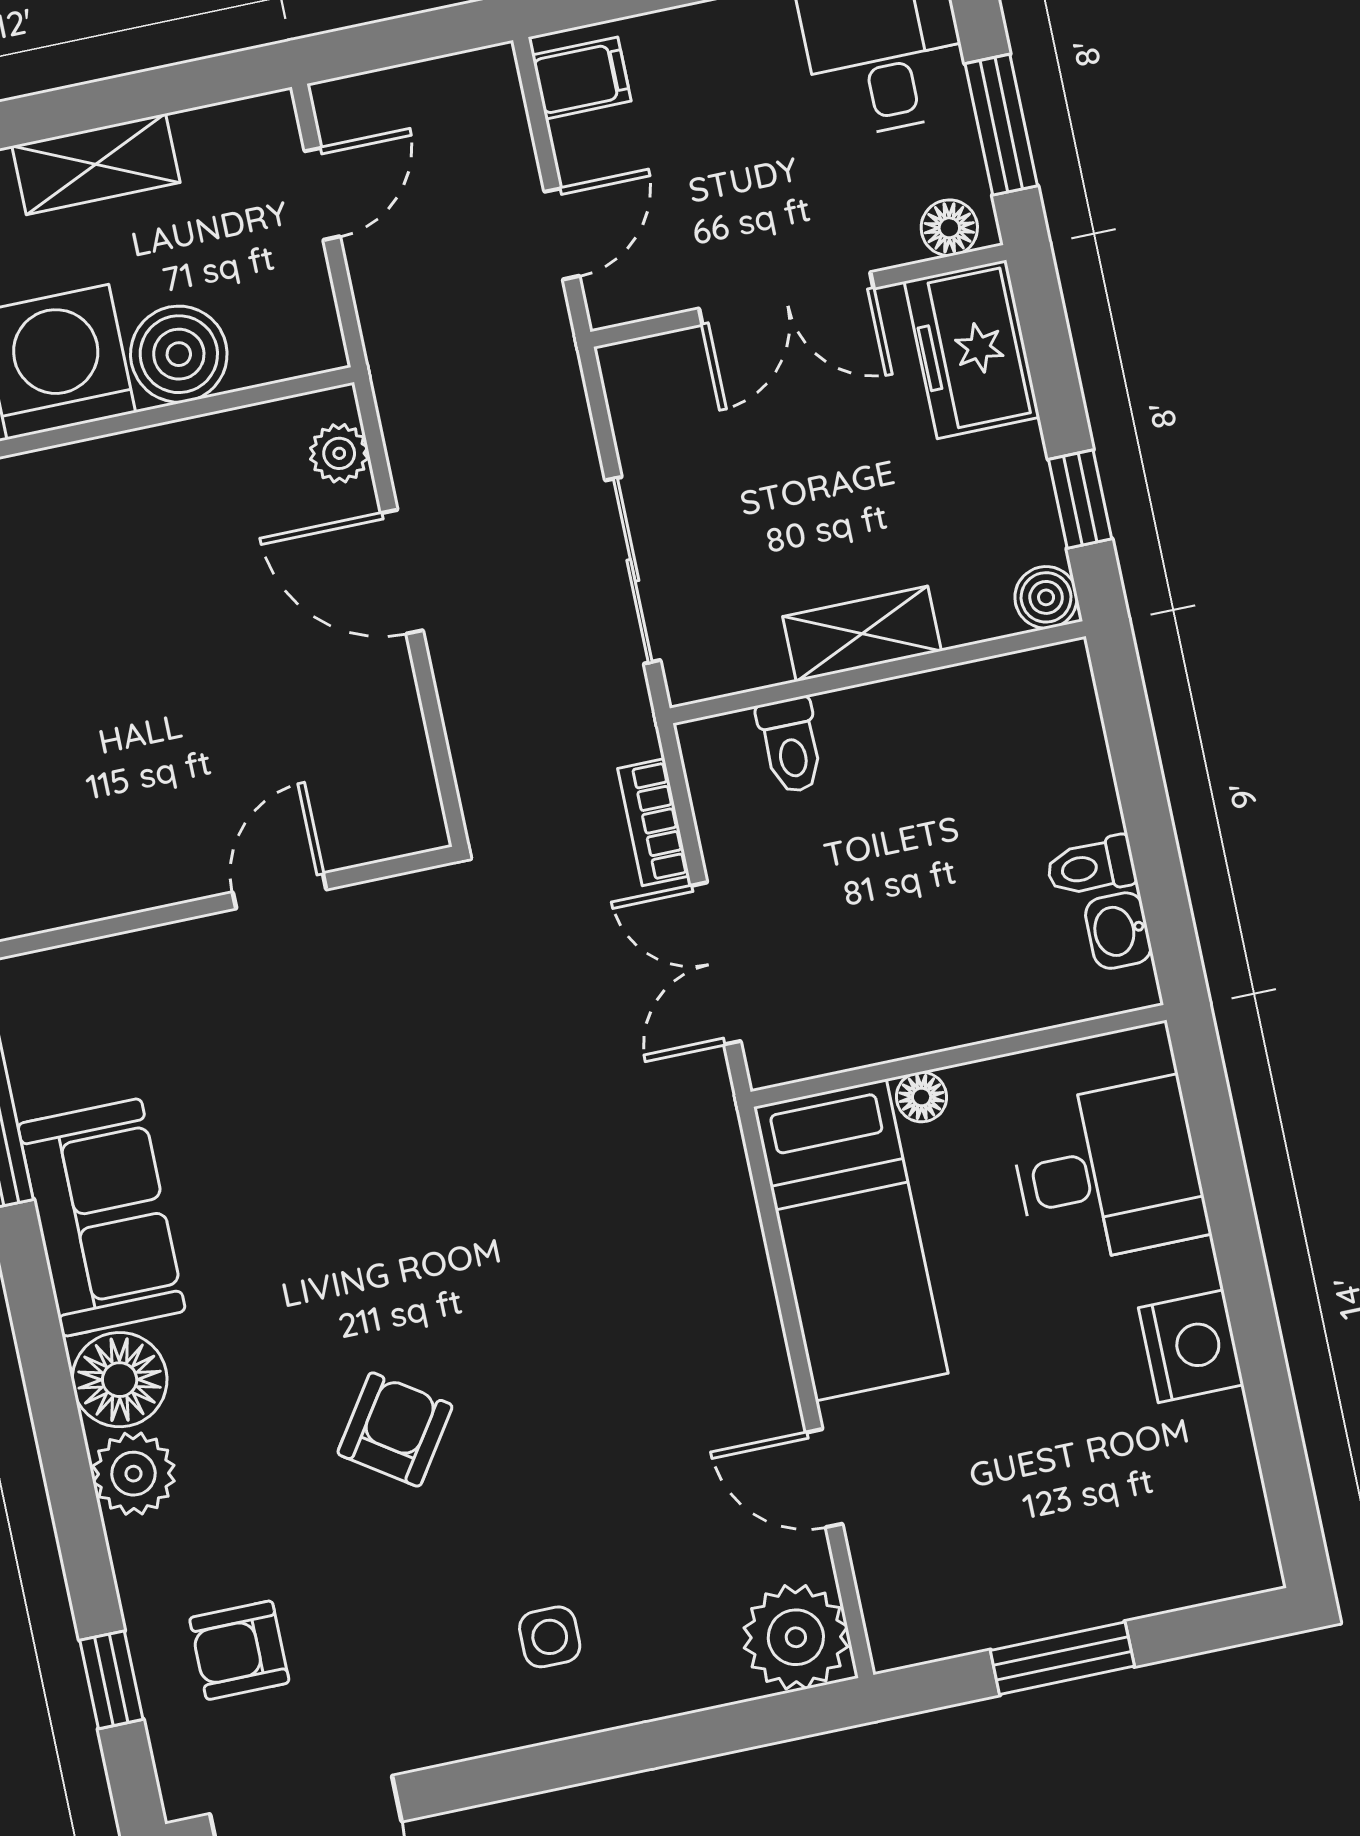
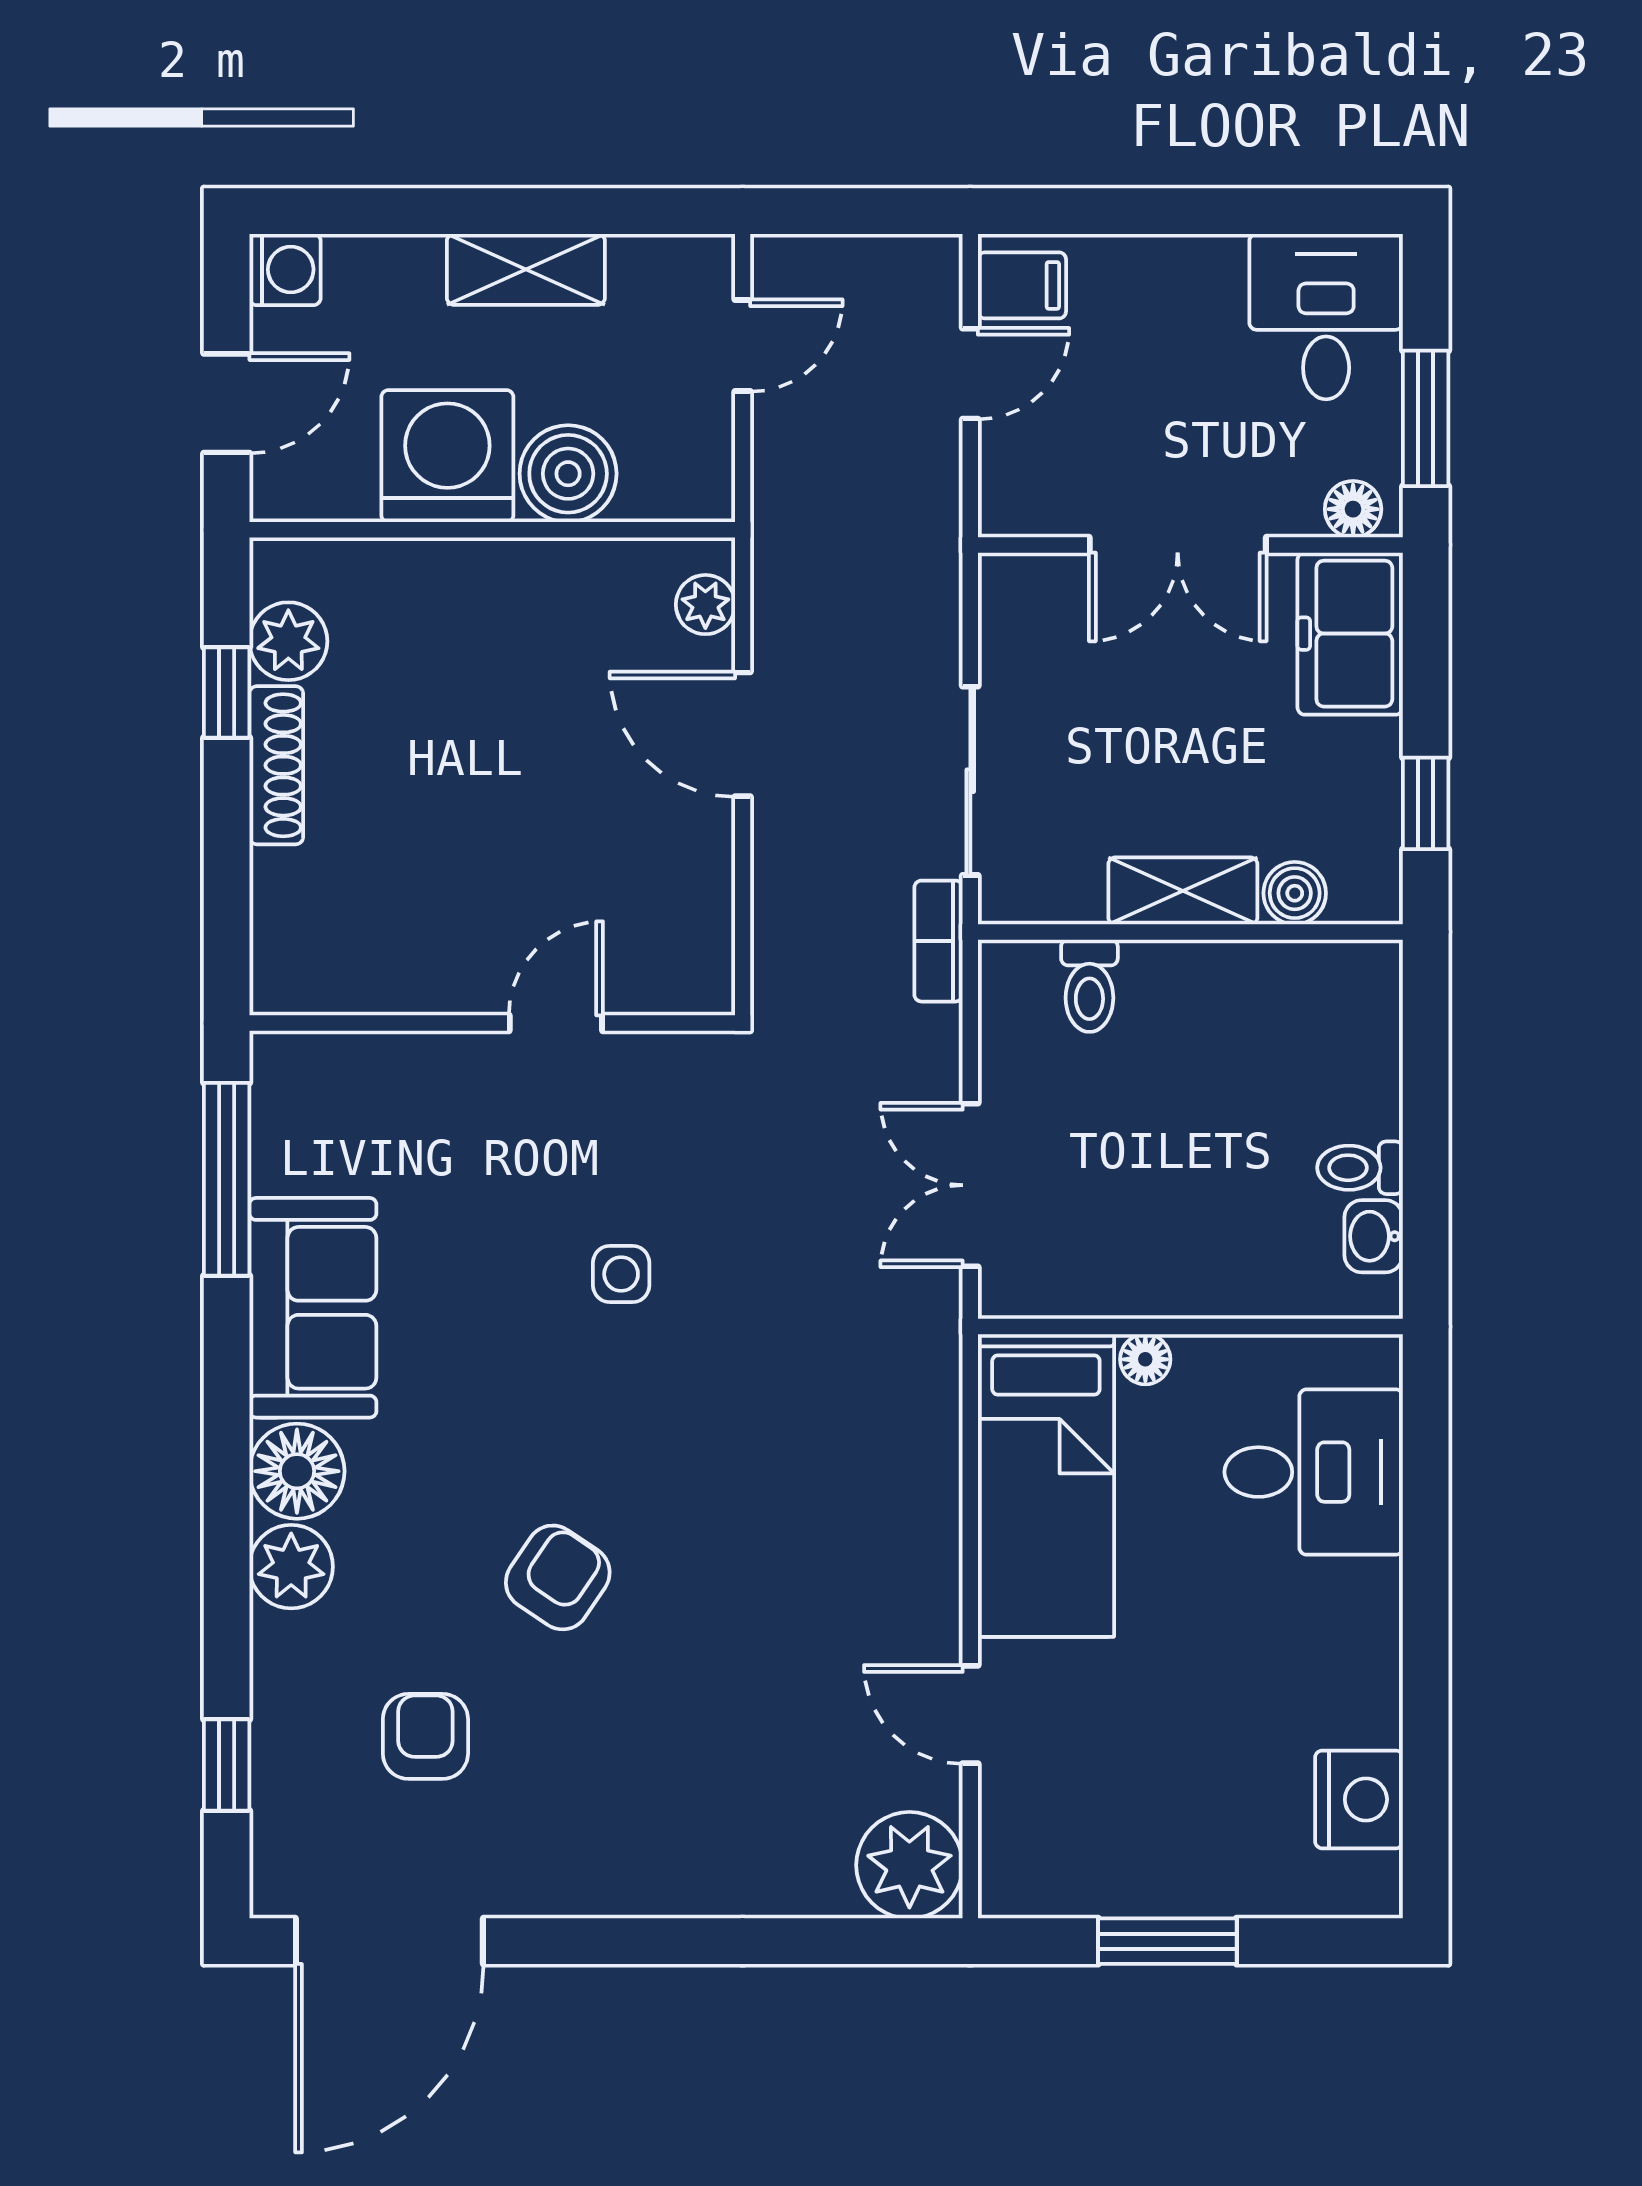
door: (562, 234) -> (970, 374), moved
boiler: (1046, 597) -> (1295, 893), moved
bookcase: (654, 822) -> (938, 941), moved
nightstand: (1191, 1346) -> (1359, 1799), moved
side table: (550, 1637) -> (621, 1274), moved
armchair: (239, 1650) -> (425, 1736), moved, turned 90

